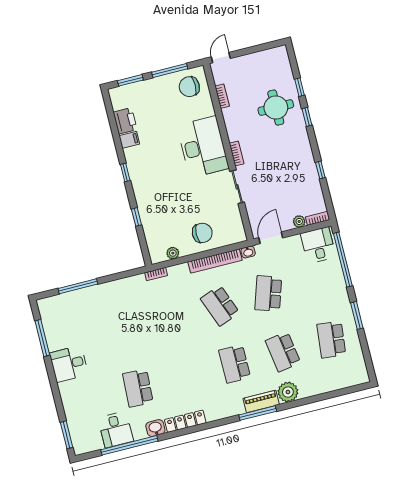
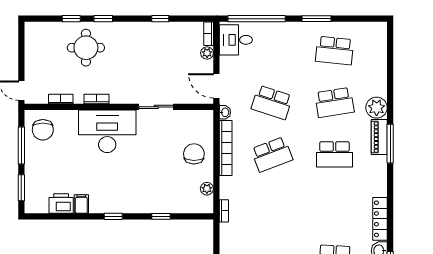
bookcase: (237, 153) -> (96, 99), moved

